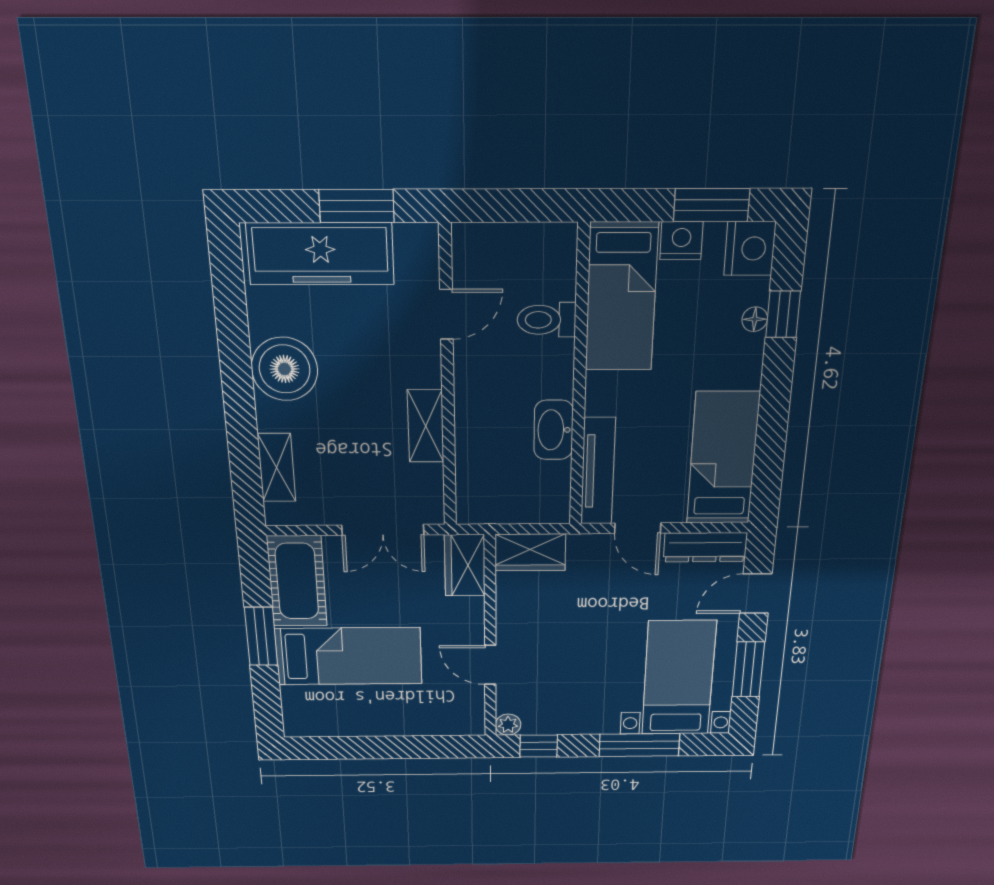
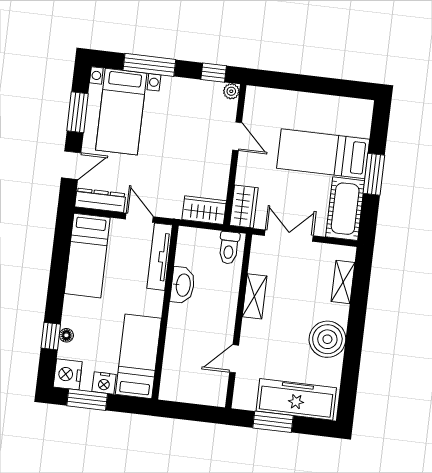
toilet: (546, 320) -> (229, 248), moved, turned 90

